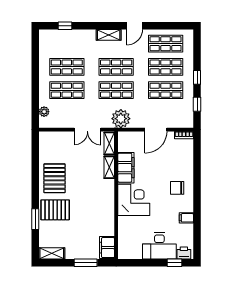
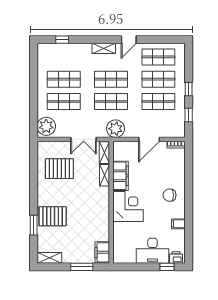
plant: (44, 112) -> (46, 126), width x1.87, depth x1.87
pallet: (54, 178) -> (59, 169), moved, turned 90

